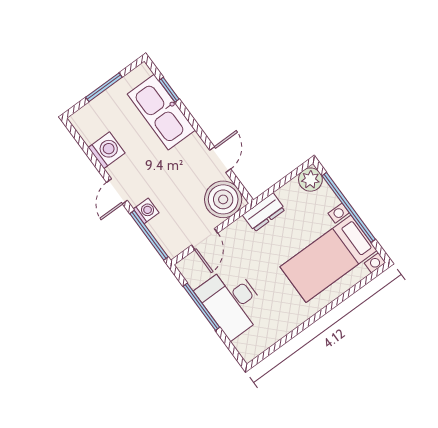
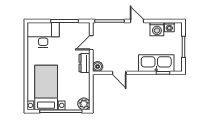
boiler: (223, 199) -> (98, 66), width x0.54, depth x0.54
washing machine: (146, 211) -> (169, 27), moved
dresser: (264, 212) -> (84, 63), moved
door: (205, 239) -> (91, 43), hinge flipped
desk: (232, 302) -> (43, 35), moved

